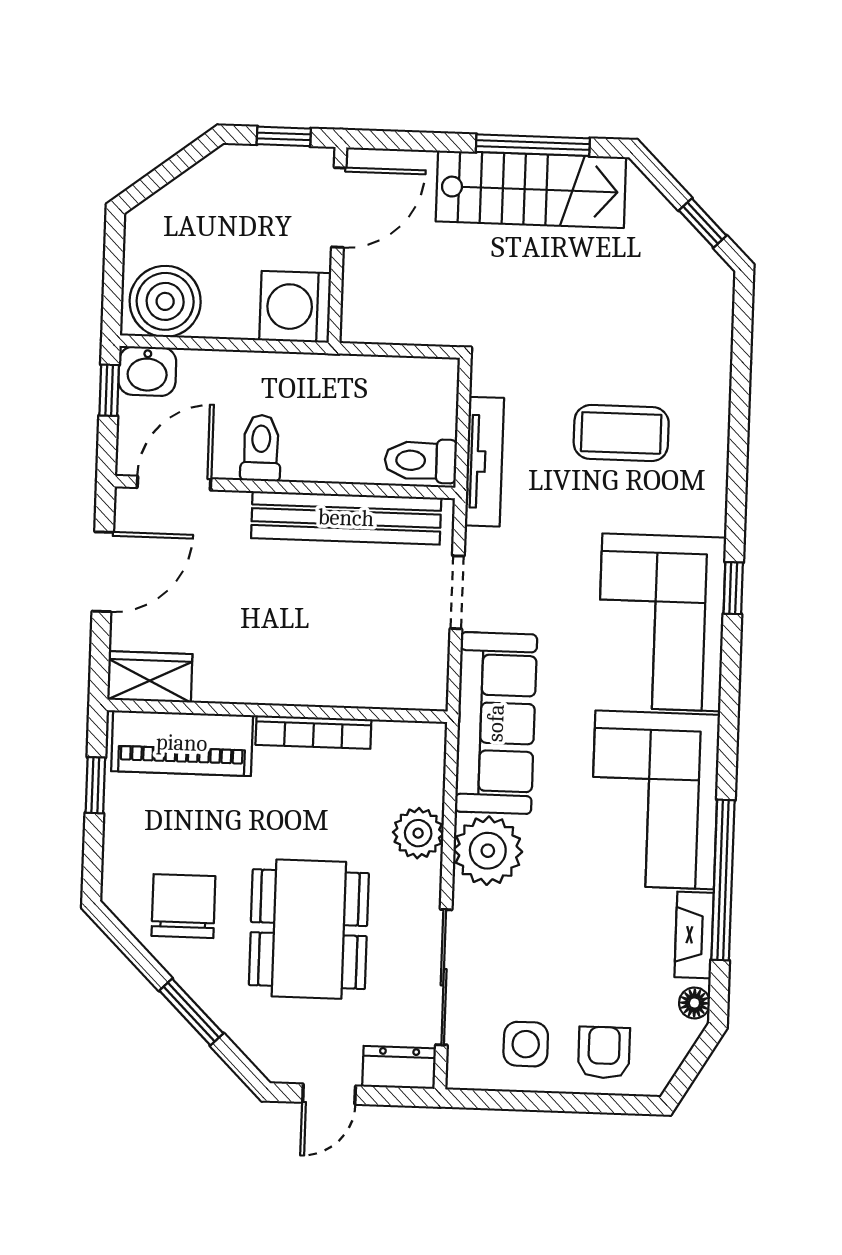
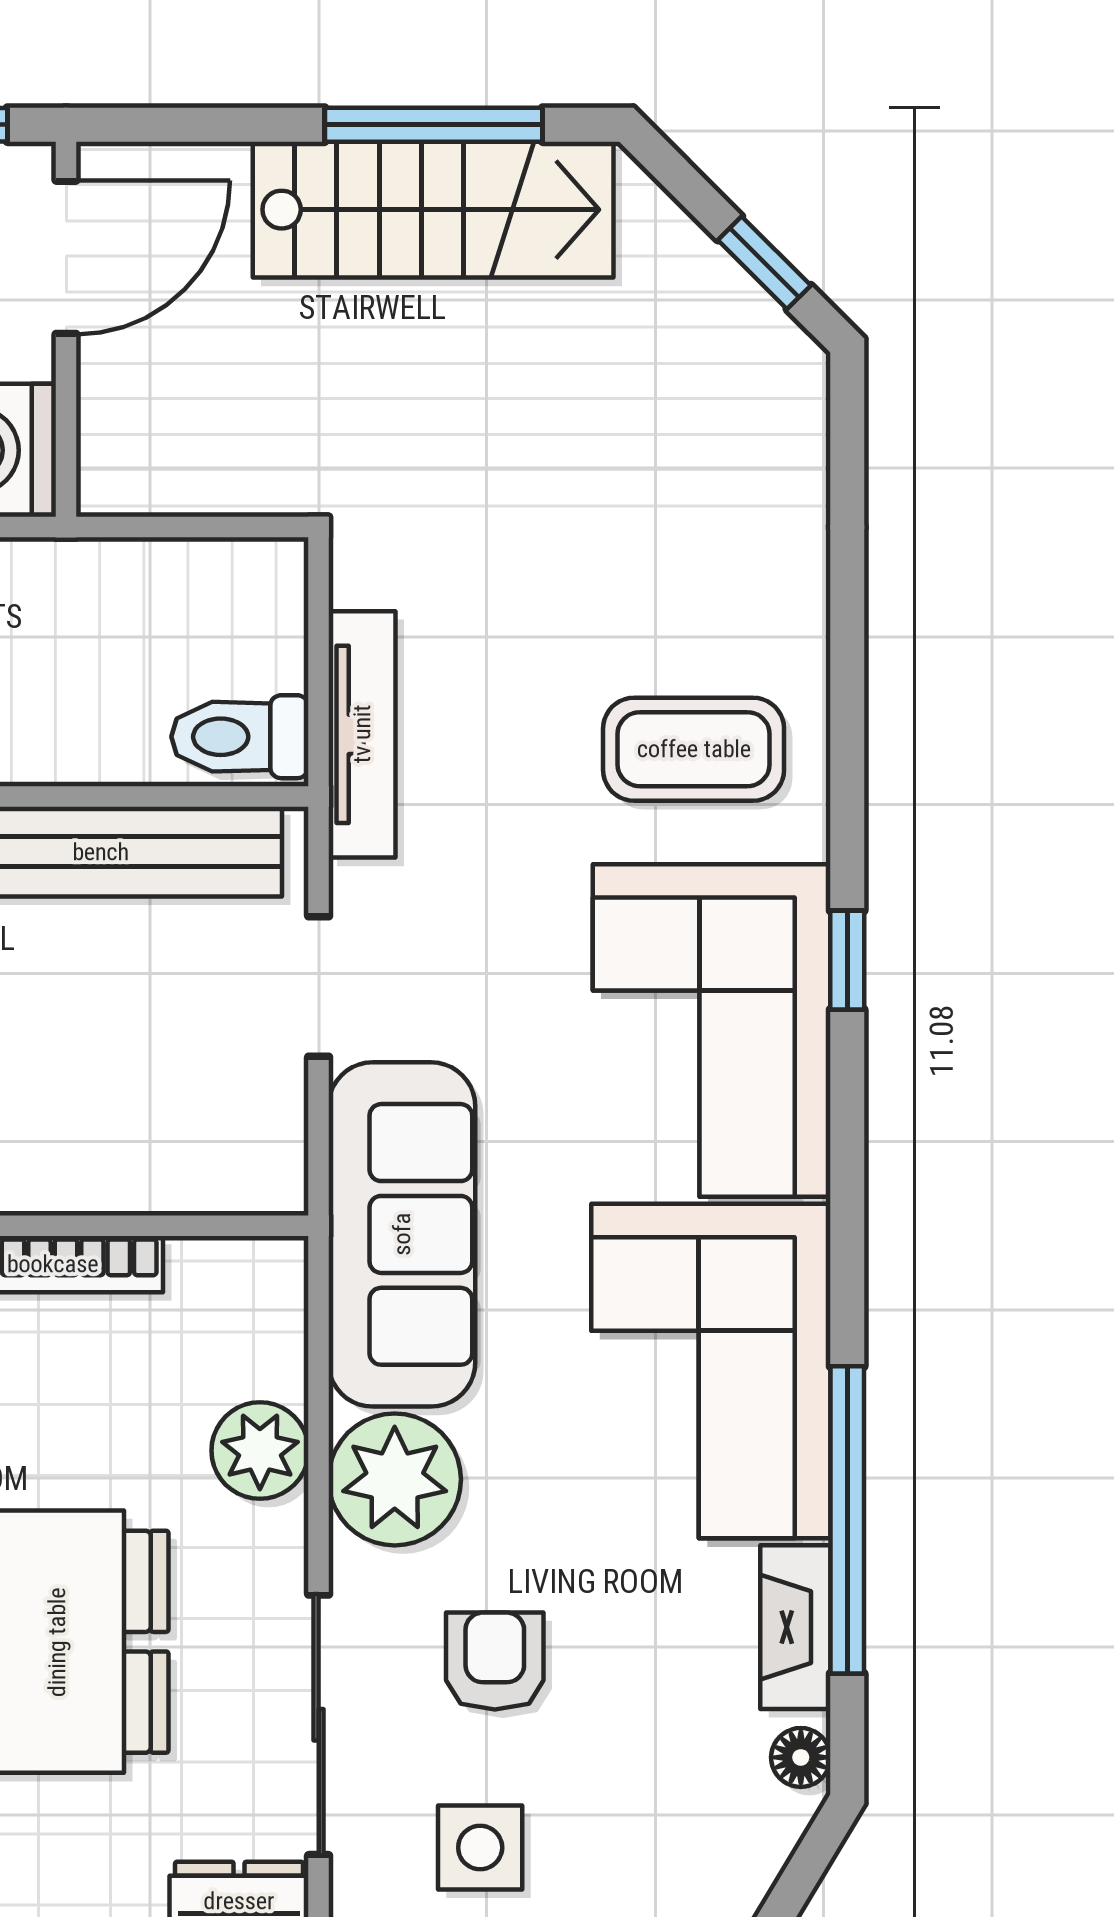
coffee table: (621, 433) -> (694, 749), moved
armchair: (604, 1053) -> (495, 1661), moved

